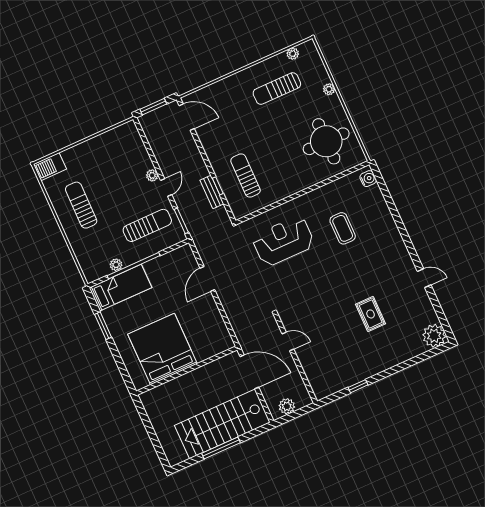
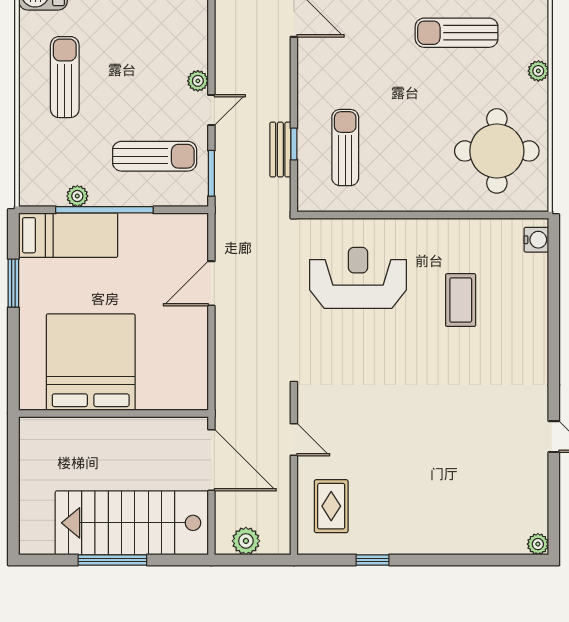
rug: (371, 314) -> (331, 506), moved
plant: (434, 336) -> (538, 544), width x0.53, depth x0.53

